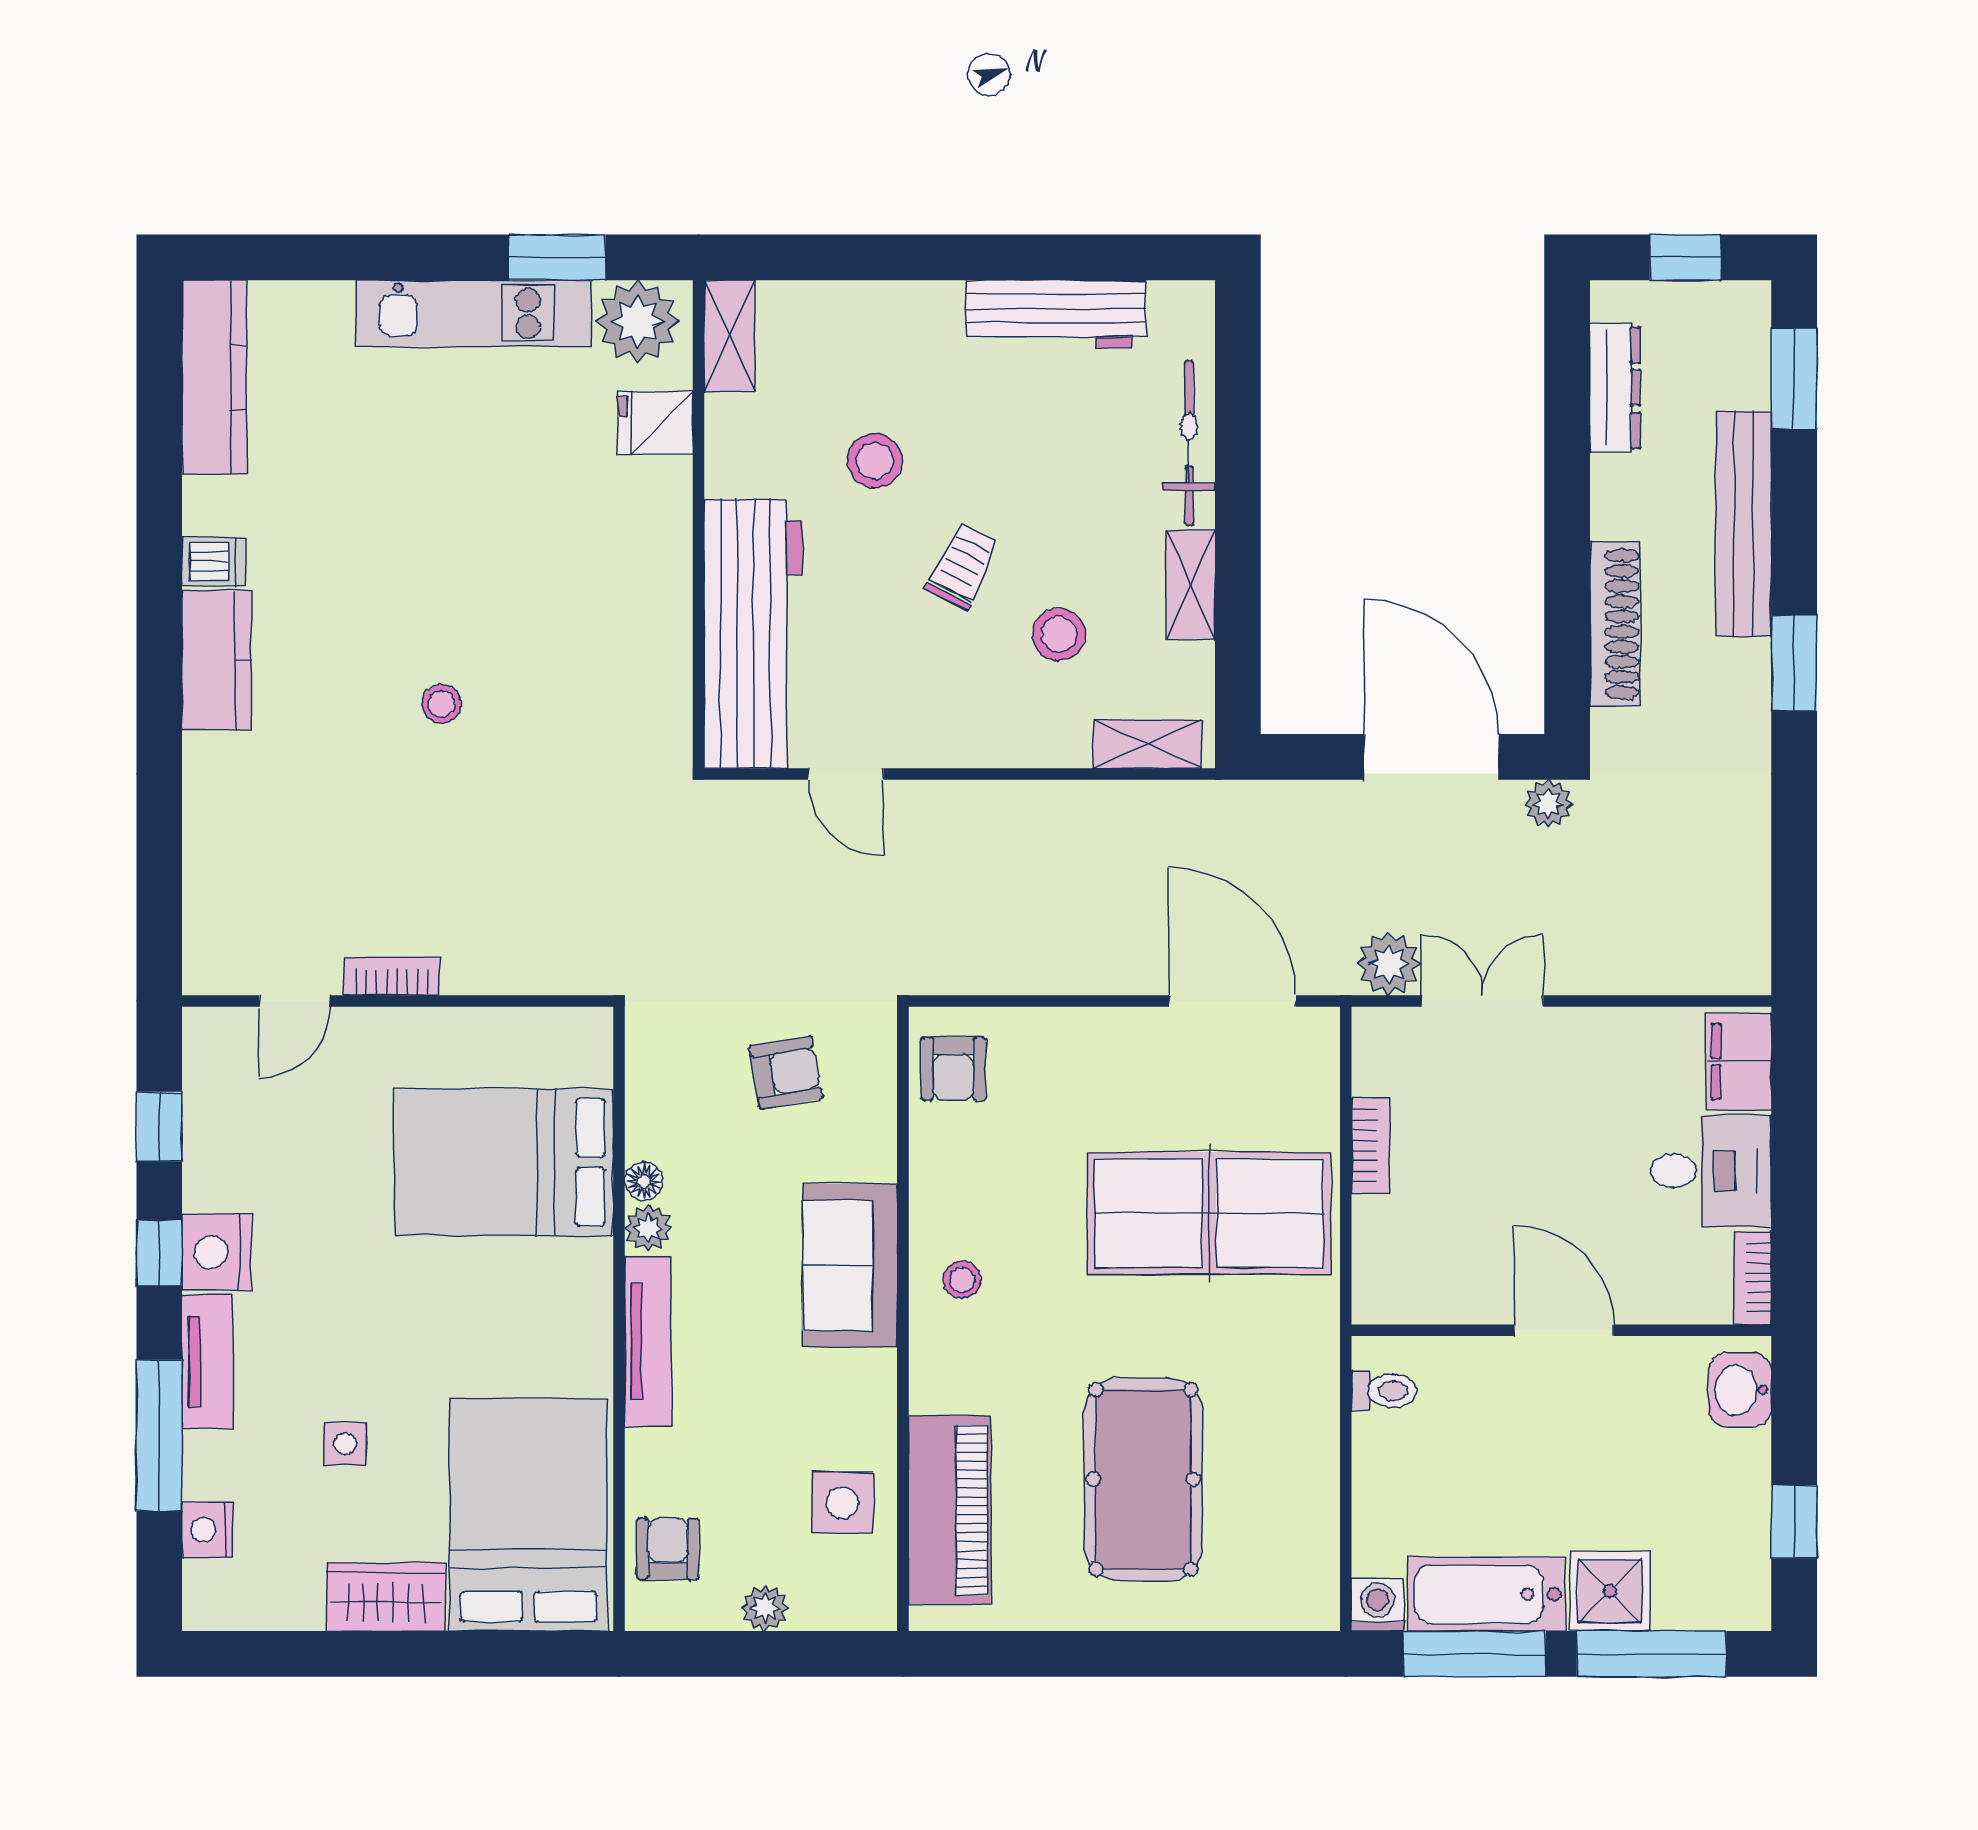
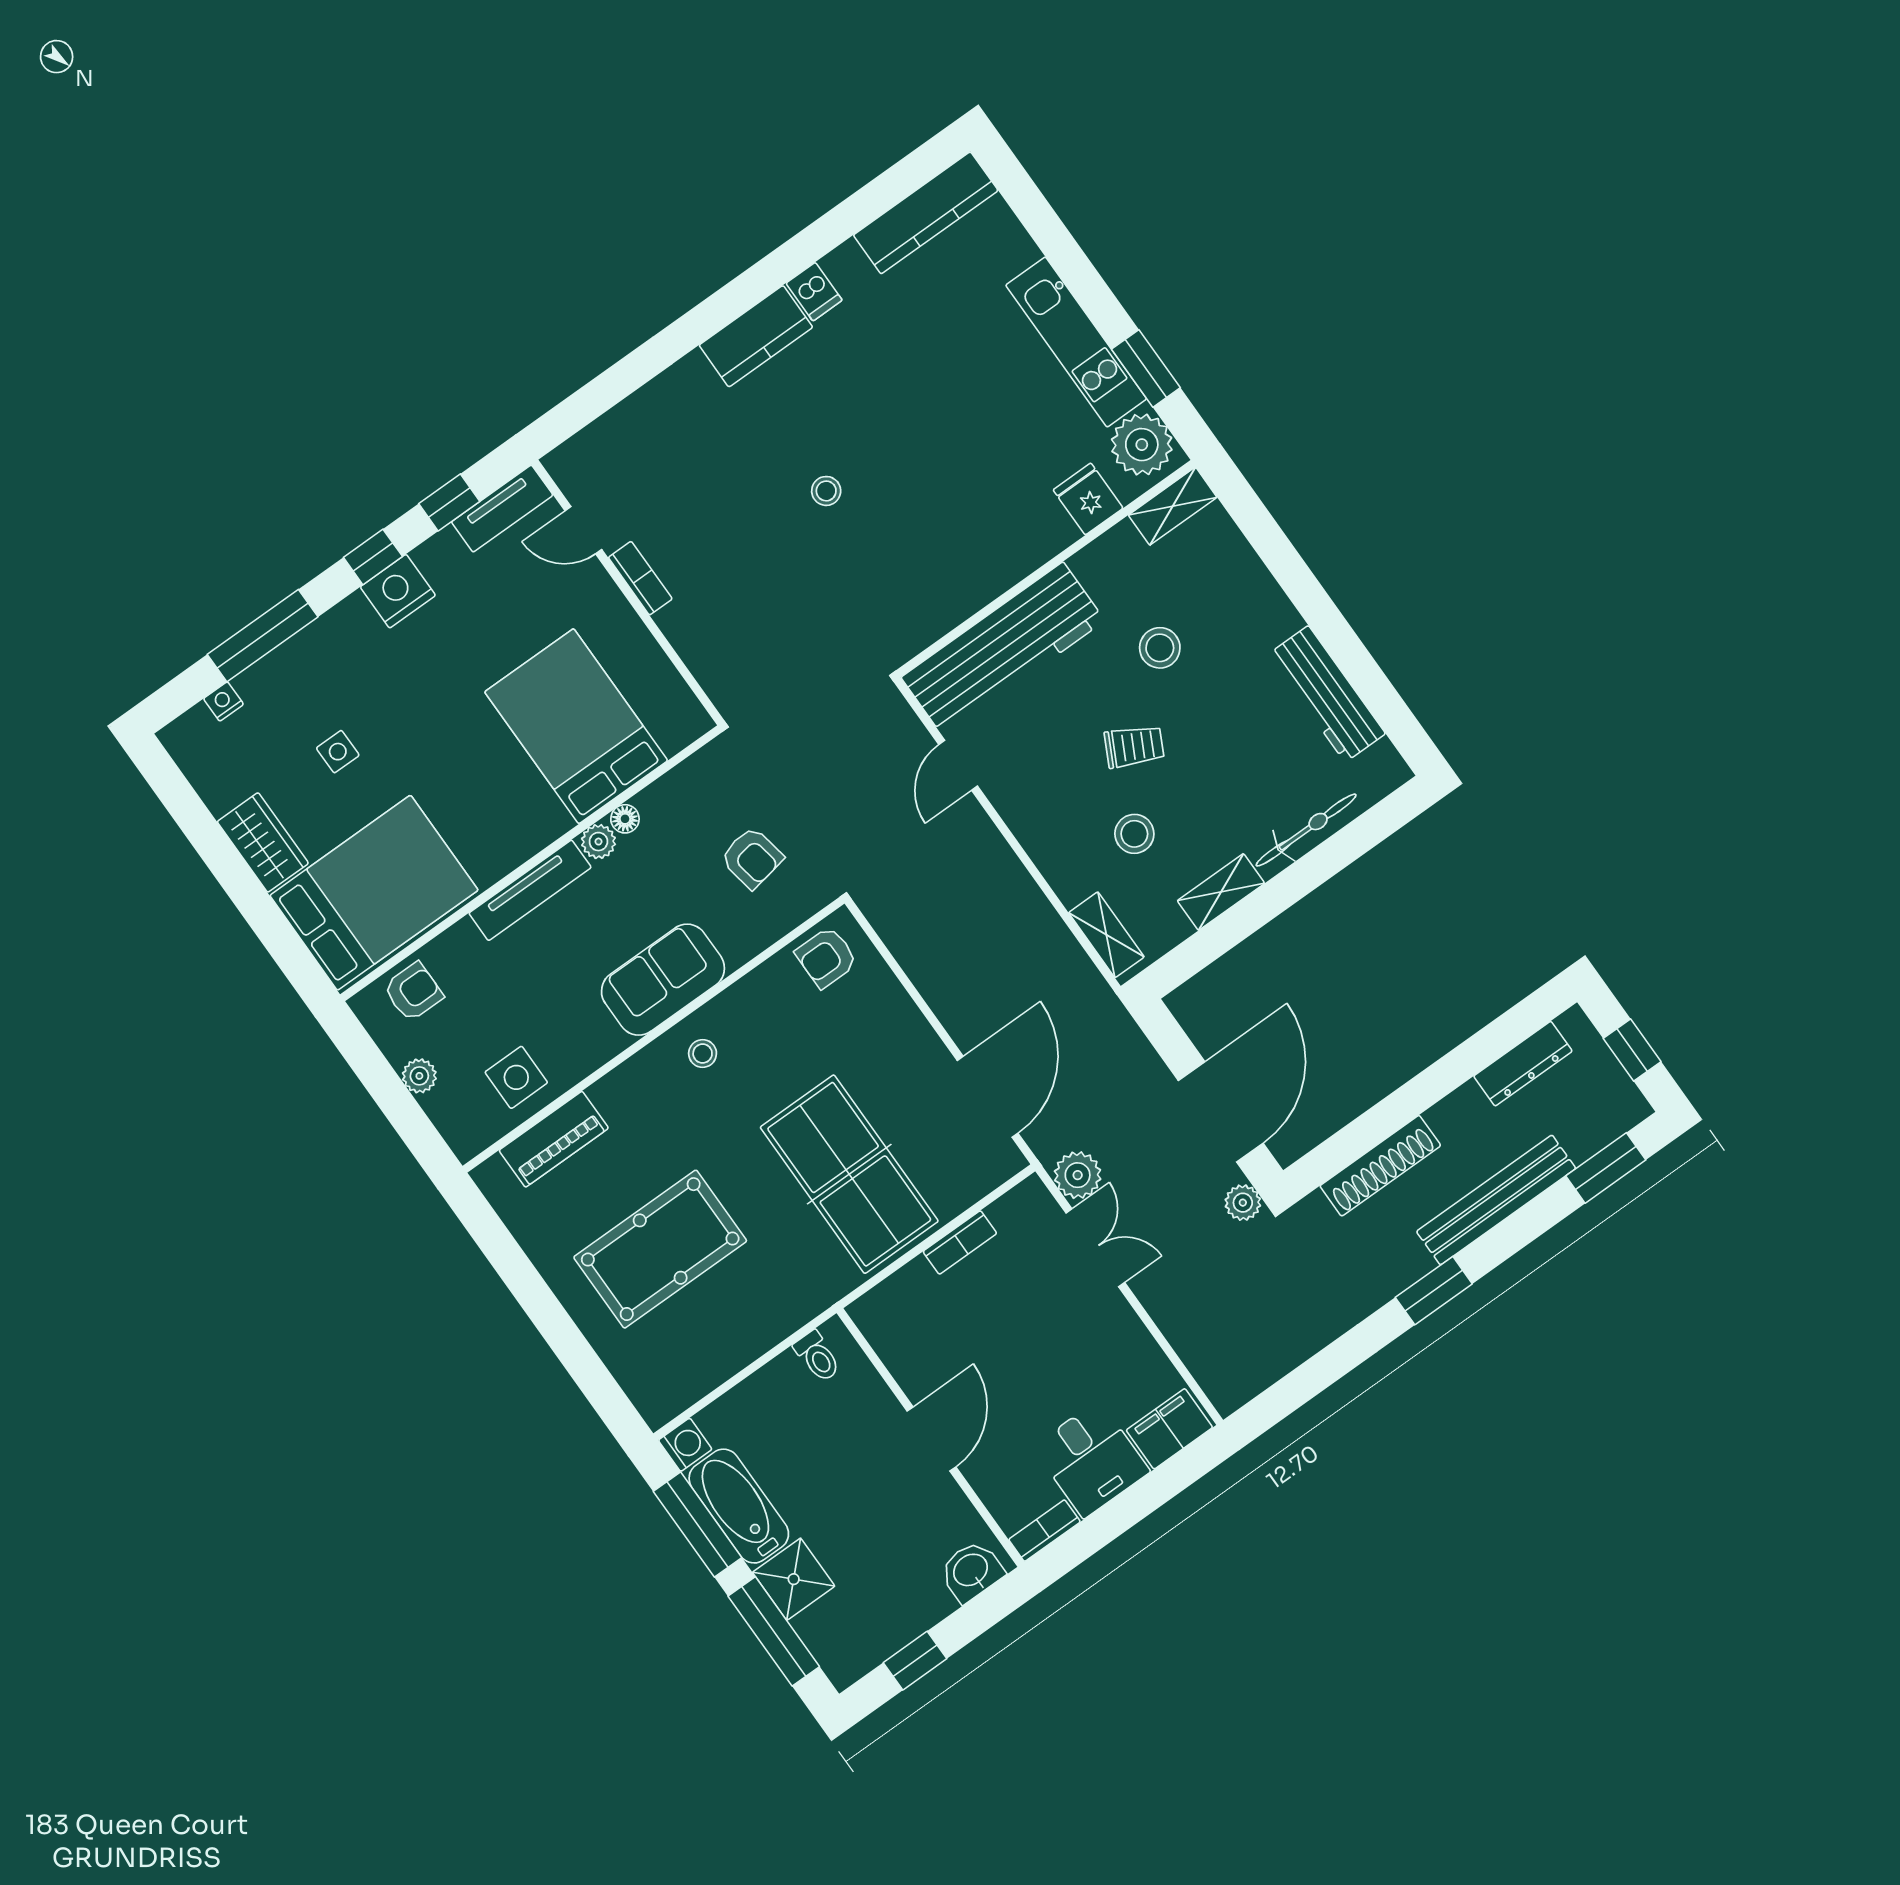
tv unit: (207, 1362) -> (502, 509), moved
piano: (950, 1510) -> (554, 1139), width x0.73, depth x0.75
nightstand: (208, 1530) -> (223, 701), width x0.72, depth x0.74

